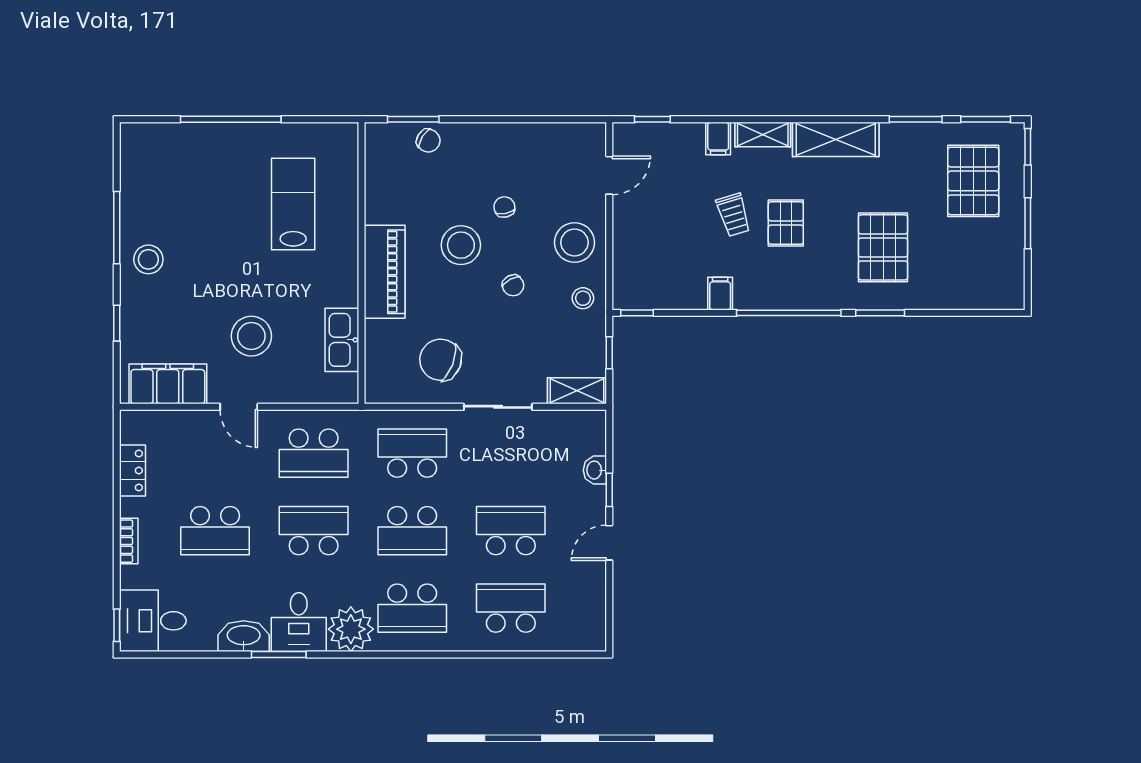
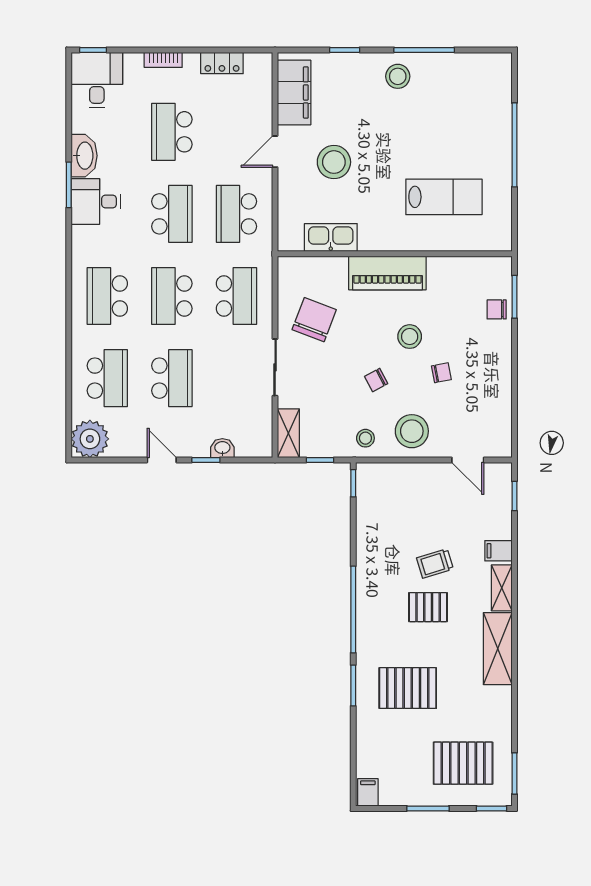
window: (916, 119) -> (514, 715), removed
chair: (428, 141) -> (497, 309), turned 58
stool: (461, 245) -> (410, 337), width x0.73, depth x0.73
filing cabinet: (720, 294) -> (368, 792), moved, turned -90
plant: (351, 629) -> (90, 439), moved

